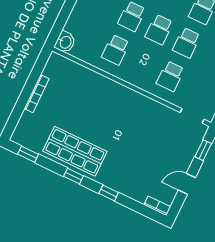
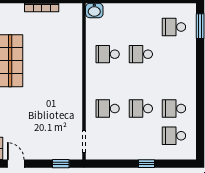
school desk: (159, 30) -> (141, 81), removed
door: (187, 184) -> (16, 164), moved

